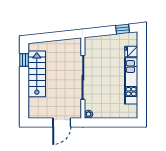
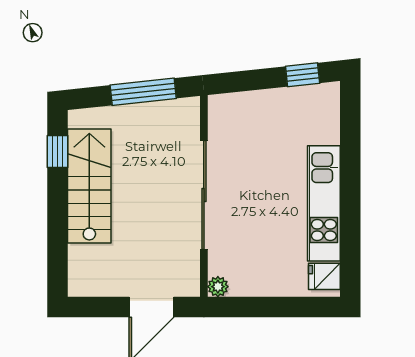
window: (58, 36) -> (143, 92), added
fridge: (131, 52) -> (324, 276), moved

